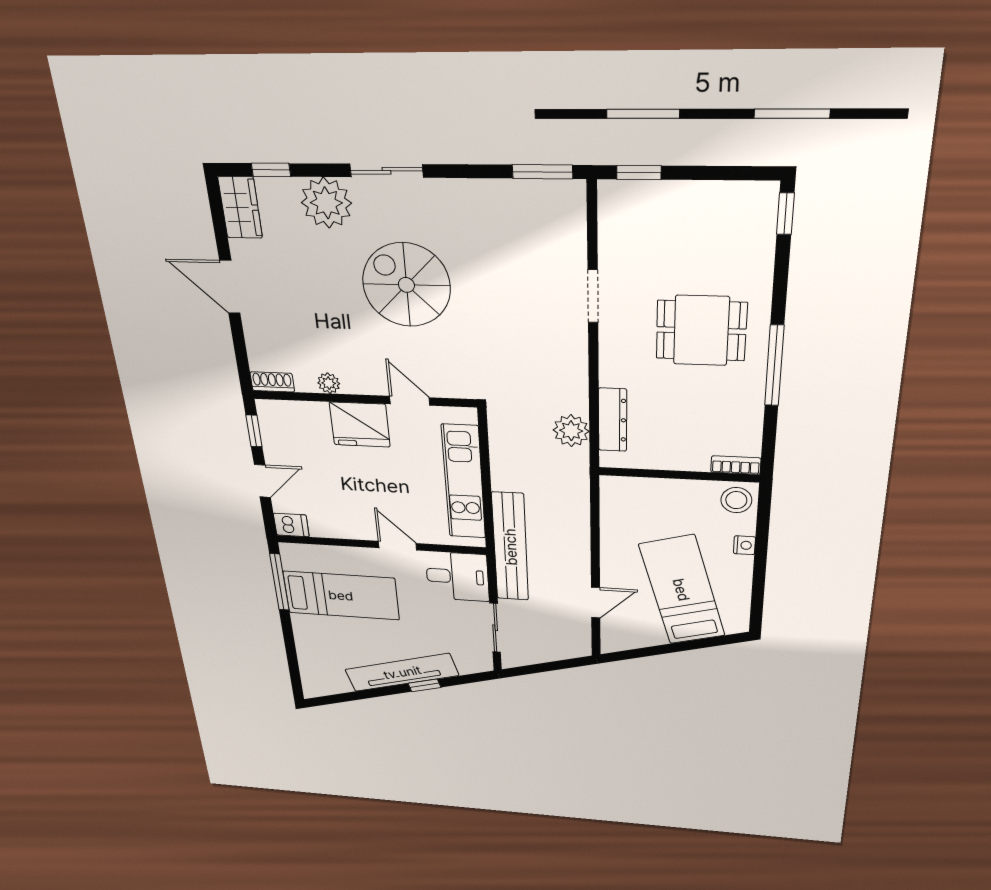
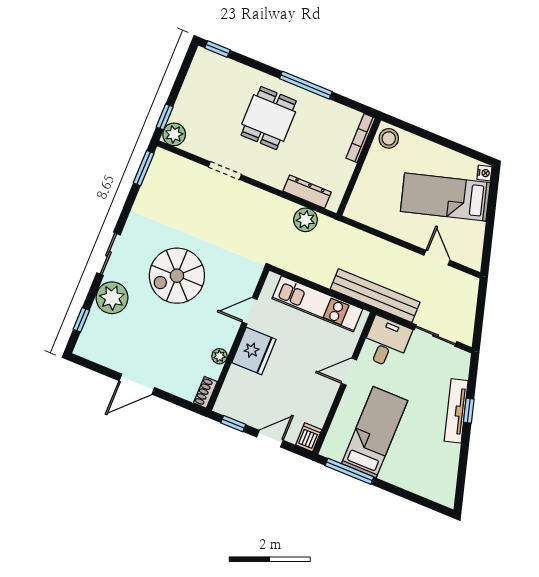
plant: (617, 199) -> (174, 134), added
wardrobe: (240, 207) -> (94, 350), removed
bookcase: (736, 465) -> (361, 138), width x1.56
door: (262, 481) -> (270, 439), hinge flipped
nightstand: (744, 545) -> (484, 173), moved, turned 74
tv unit: (402, 672) -> (456, 411), width x0.73, depth x0.78

